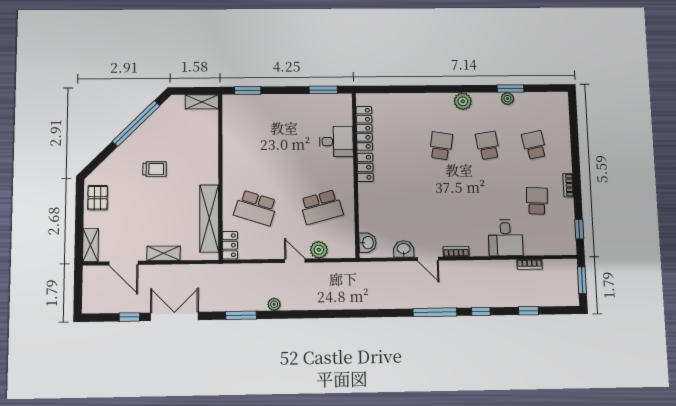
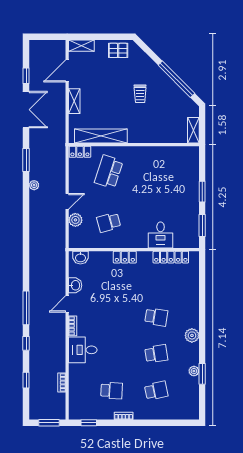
window: (248, 91) -> (202, 192), moved
locker: (365, 167) -> (125, 257), moved
school desk: (321, 207) -> (109, 222), width x0.54
desk: (506, 238) -> (83, 350), moved

